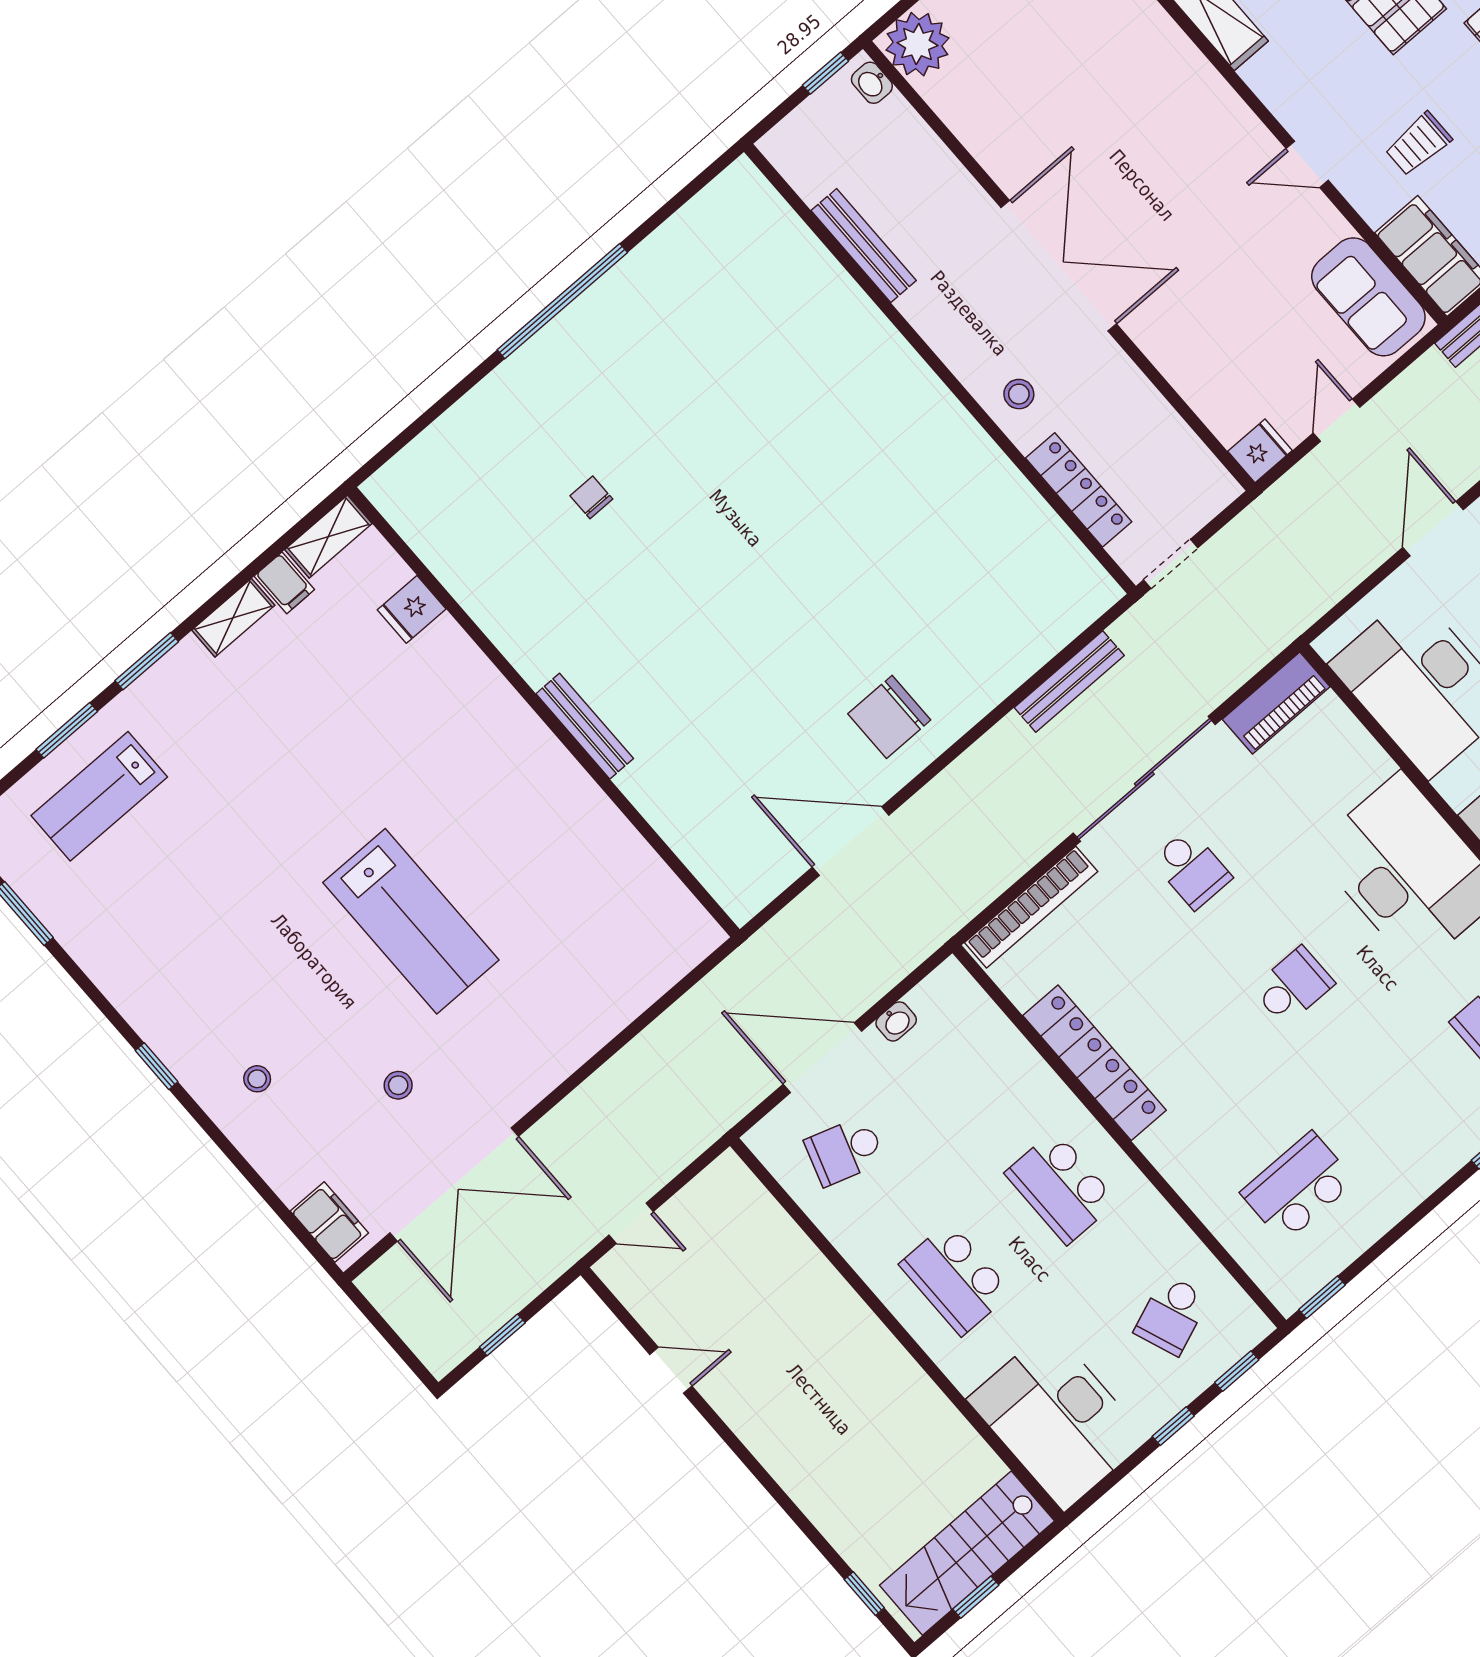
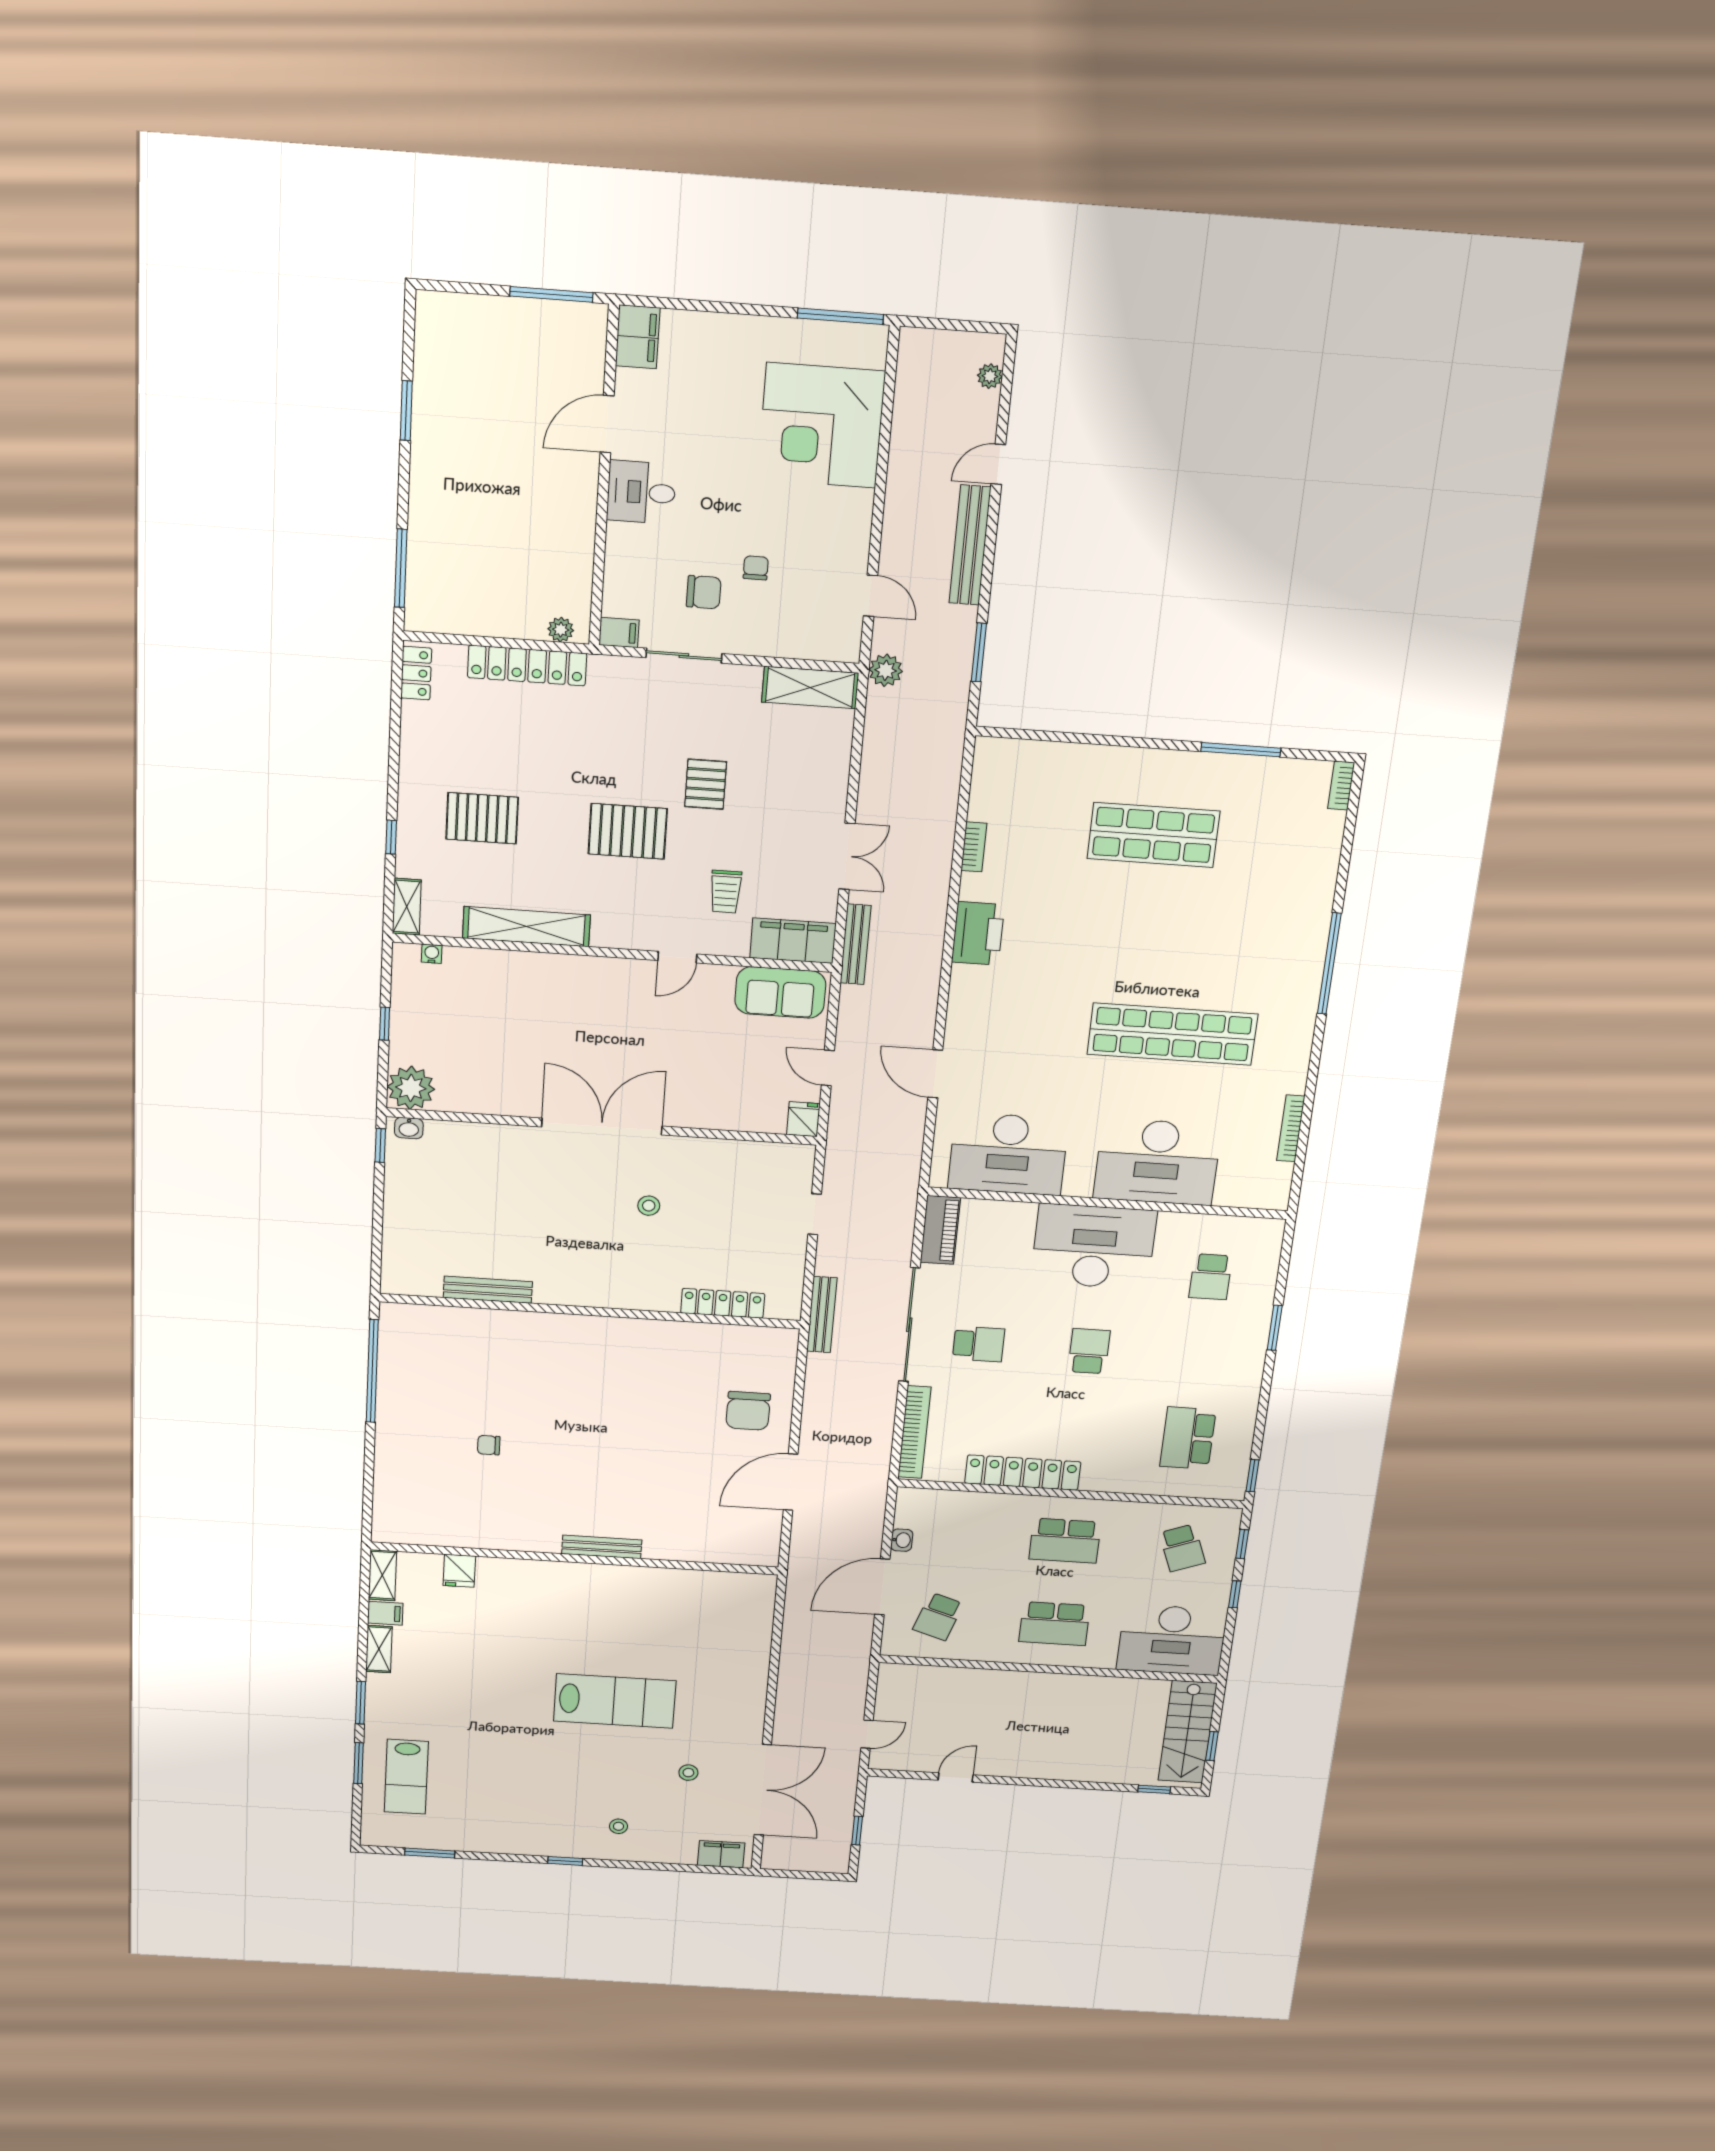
bench: (864, 245) -> (488, 1290), moved
wall: (940, 369) -> (590, 1311), moved
locker: (1079, 490) -> (723, 1303), moved

